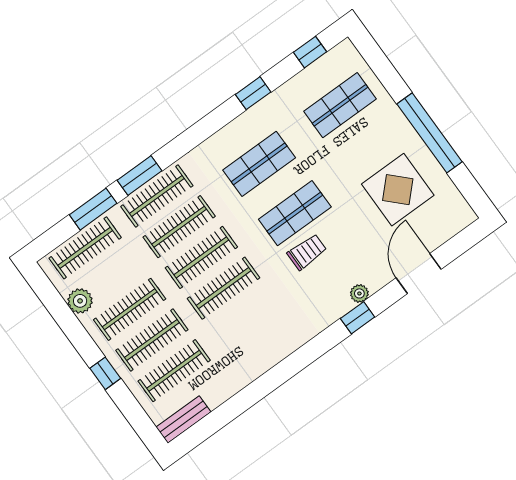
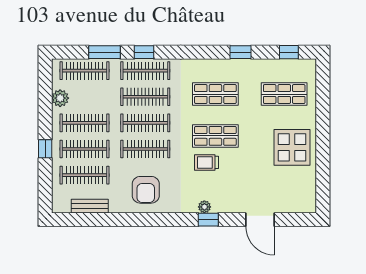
window: (430, 133) -> (323, 146), removed
window: (140, 175) -> (144, 52), width x0.67
display table: (398, 190) -> (292, 147), moved
trolley: (307, 252) -> (206, 162), turned 180
door: (419, 274) -> (260, 220), swing flipped
plant: (359, 293) -> (204, 207), moved
armchair: (259, 336) -> (146, 190), added
bench: (183, 420) -> (90, 206), moved

